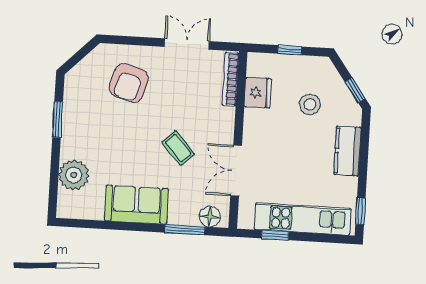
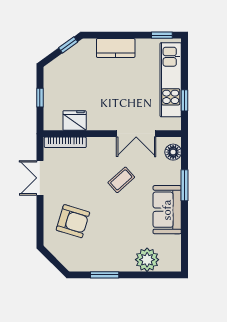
stool: (310, 104) -> (81, 79), removed
window: (185, 230) -> (184, 185), moved

